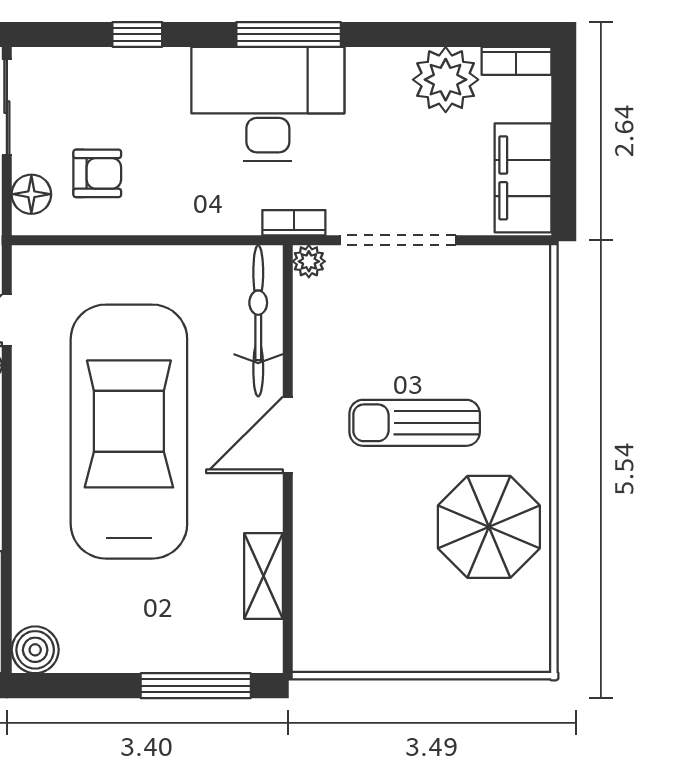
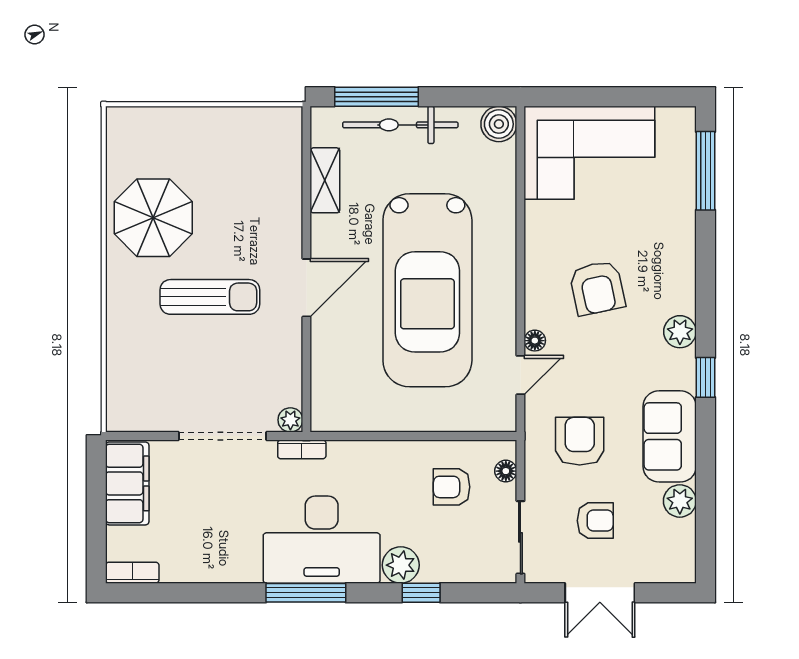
plant: (446, 80) -> (401, 565), moved, width x0.73, depth x0.73
floor lamp: (31, 194) -> (506, 471), width x0.73, depth x0.73
bicycle: (258, 321) -> (400, 125), moved, turned 90

